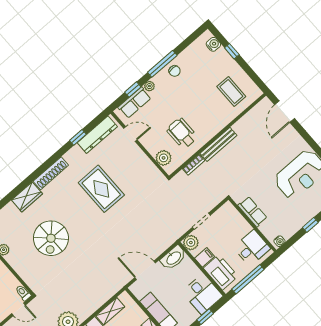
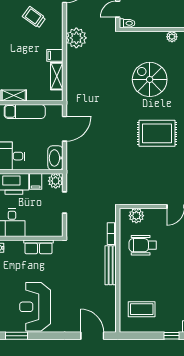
wheelchair: (182, 133) -> (143, 245), turned 180
rug: (101, 189) -> (157, 133), moved

